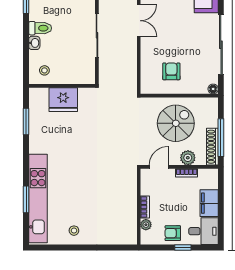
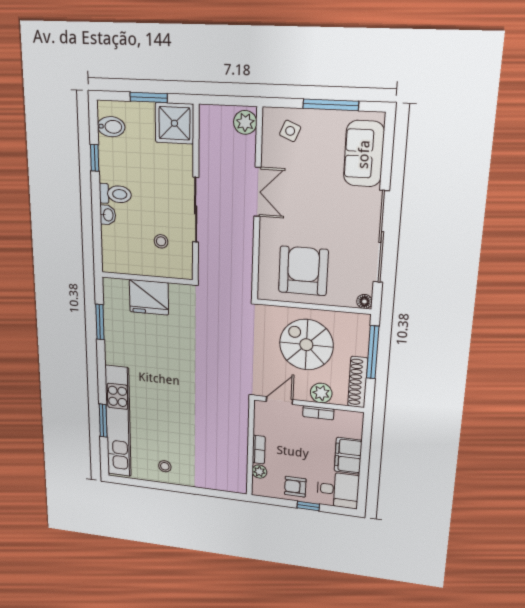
stool: (44, 70) -> (161, 241), moved
armchair: (171, 71) -> (303, 271), width x1.88, depth x1.88
spiral stairs: (176, 123) -> (306, 345), turned -90
window: (221, 138) -> (373, 352), moved

